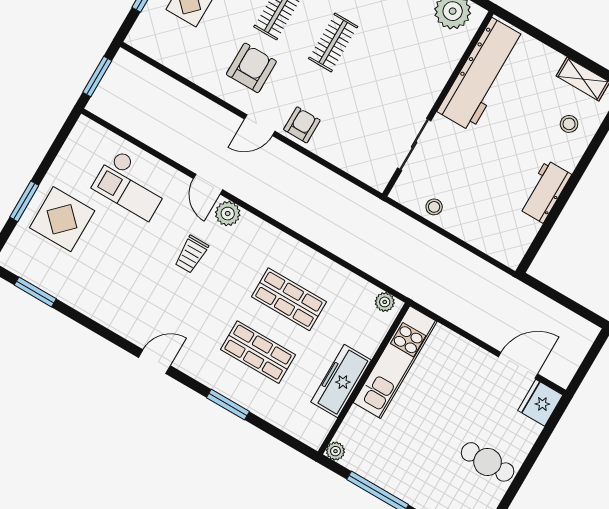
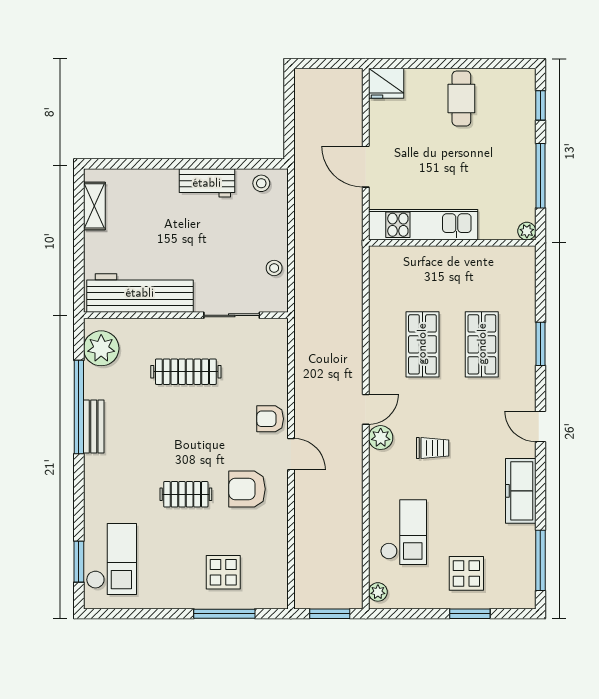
clothes rail: (333, 42) -> (186, 372), moved, width x1.36
stool: (569, 124) -> (261, 183), moved
door: (208, 184) -> (366, 409), moved
display table: (62, 219) -> (466, 573), width x0.73, depth x0.73
window: (35, 292) -> (540, 560), width x1.44
plant: (385, 302) -> (378, 592), moved
door: (518, 365) -> (366, 167), moved
freezer: (341, 381) -> (521, 491), moved, turned 90

